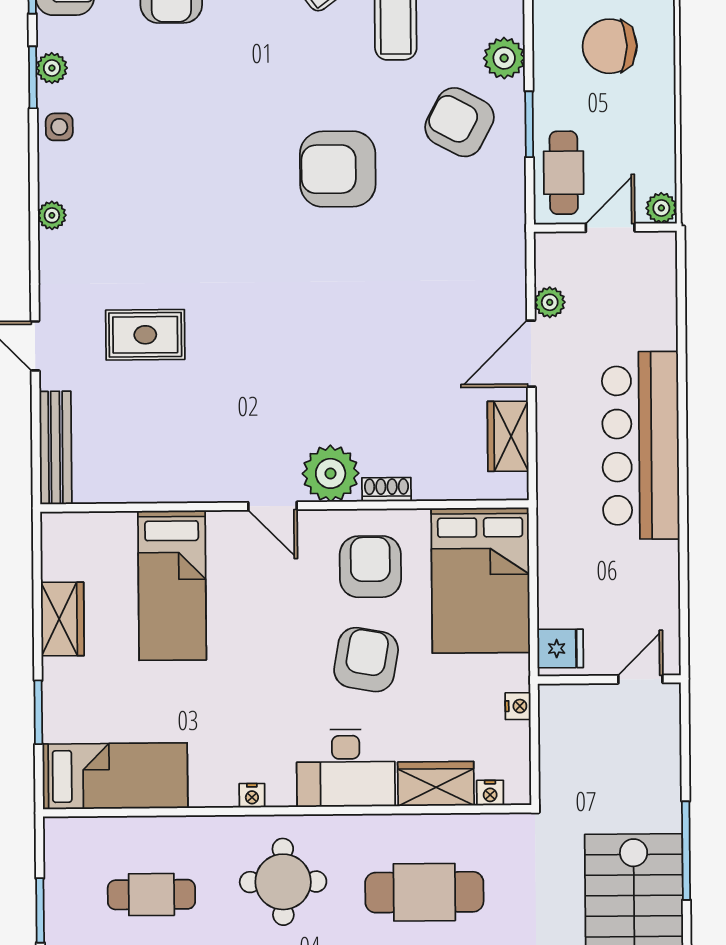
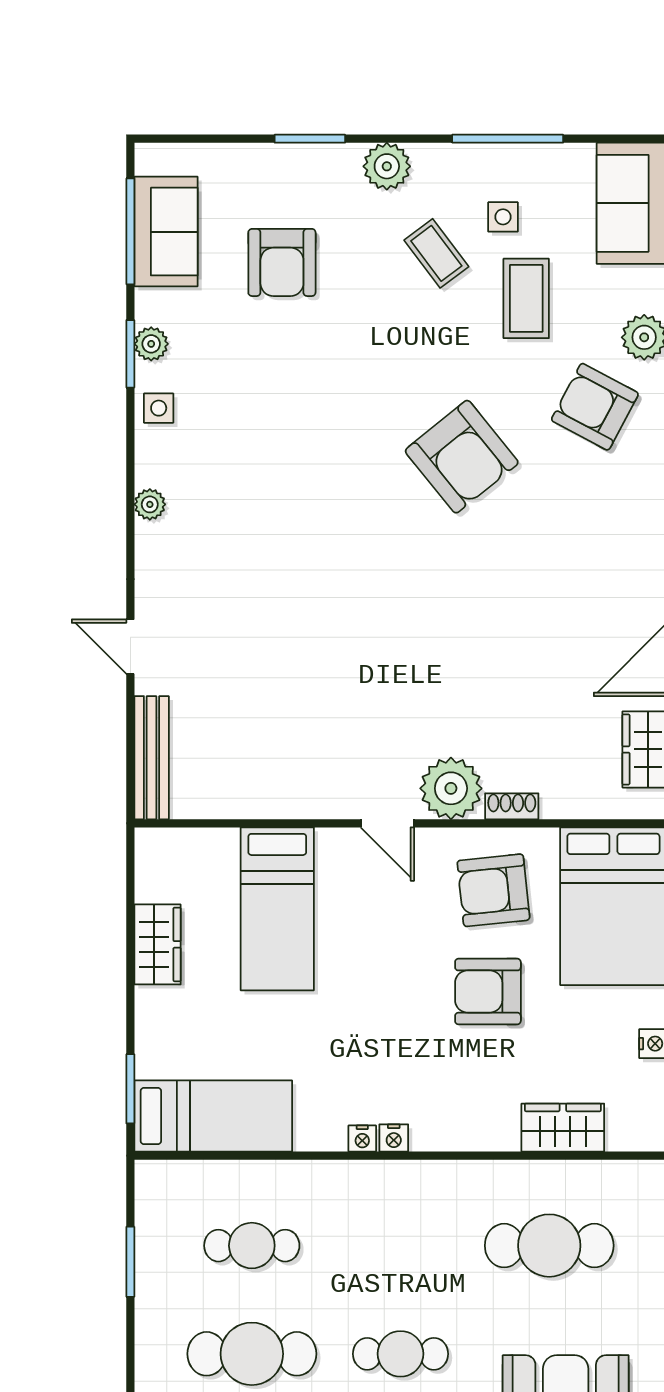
armchair: (338, 169) -> (462, 457), turned -129
rug: (145, 335) -> (250, 635), removed
armchair: (370, 567) -> (493, 890), turned -96
armchair: (366, 660) -> (488, 992), turned -100
window: (38, 712) -> (130, 1089), moved
desk: (346, 768) -> (465, 1110), removed
nightstand: (490, 793) -> (394, 1138), moved
round table: (283, 882) -> (395, 1233), removed

